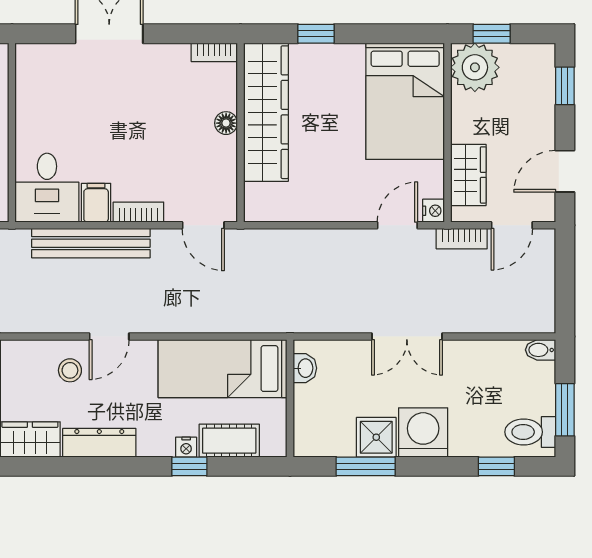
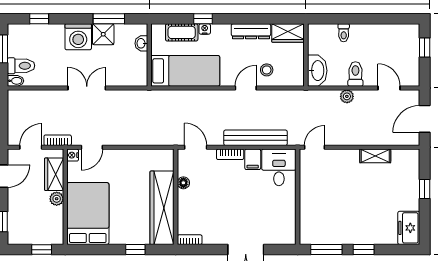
plant: (475, 67) -> (57, 199), moved, width x0.53, depth x0.53
floor lamp: (226, 123) -> (183, 183), moved
washbasin: (305, 368) -> (141, 43), moved
toilet: (530, 432) -> (21, 66), moved

